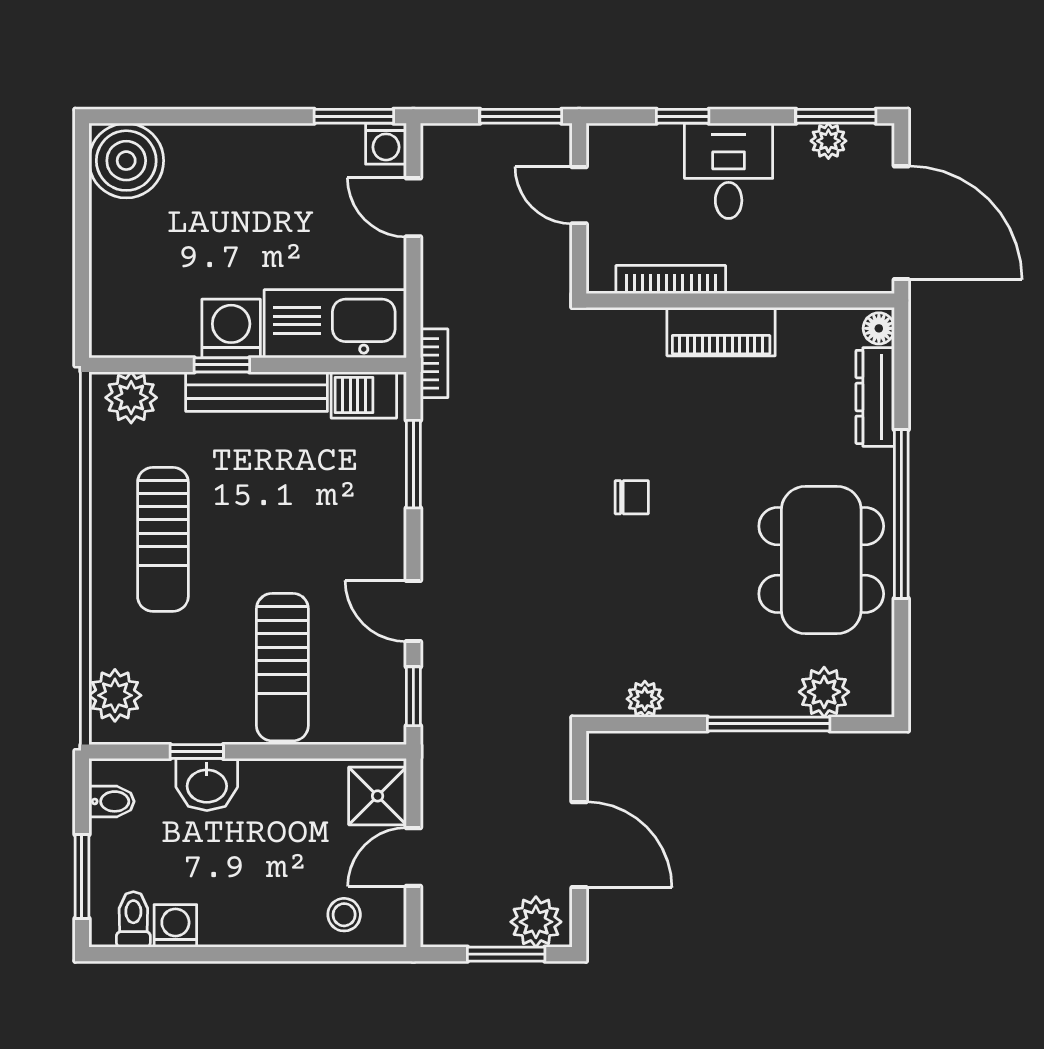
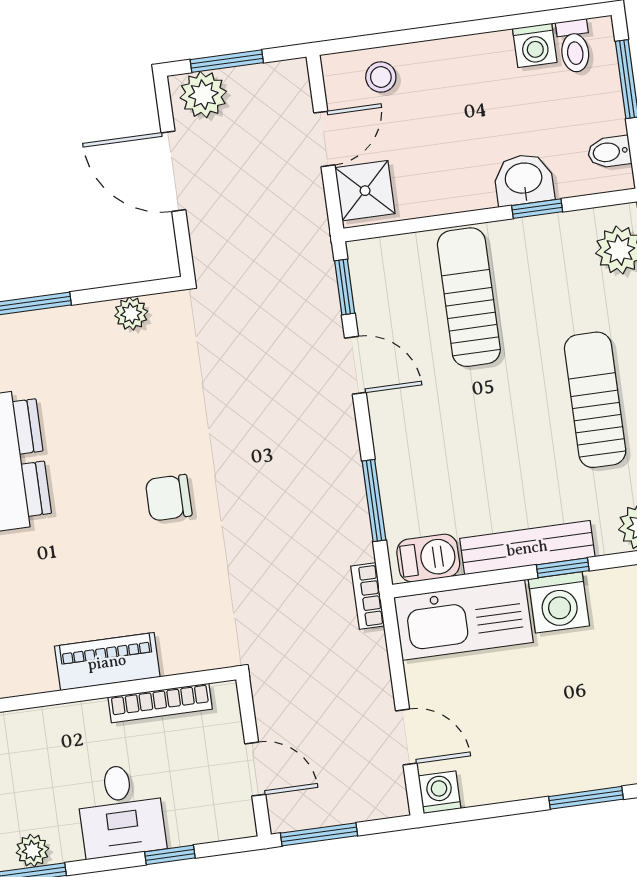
window: (354, 116) -> (586, 798), moved
chair: (632, 497) -> (169, 498), width x1.37, depth x1.37

